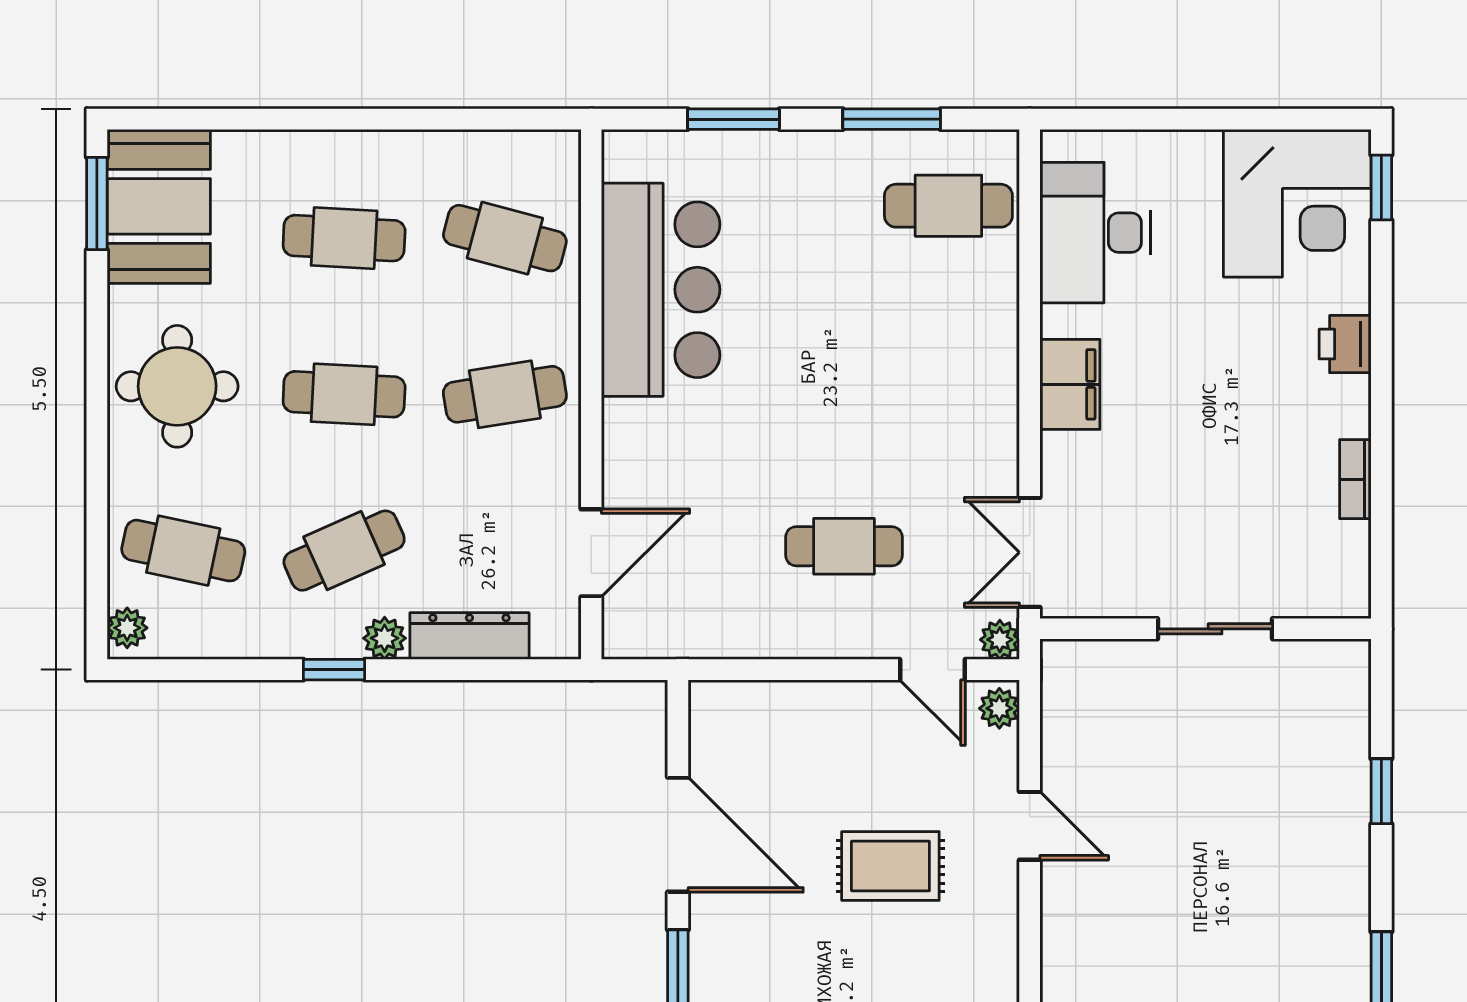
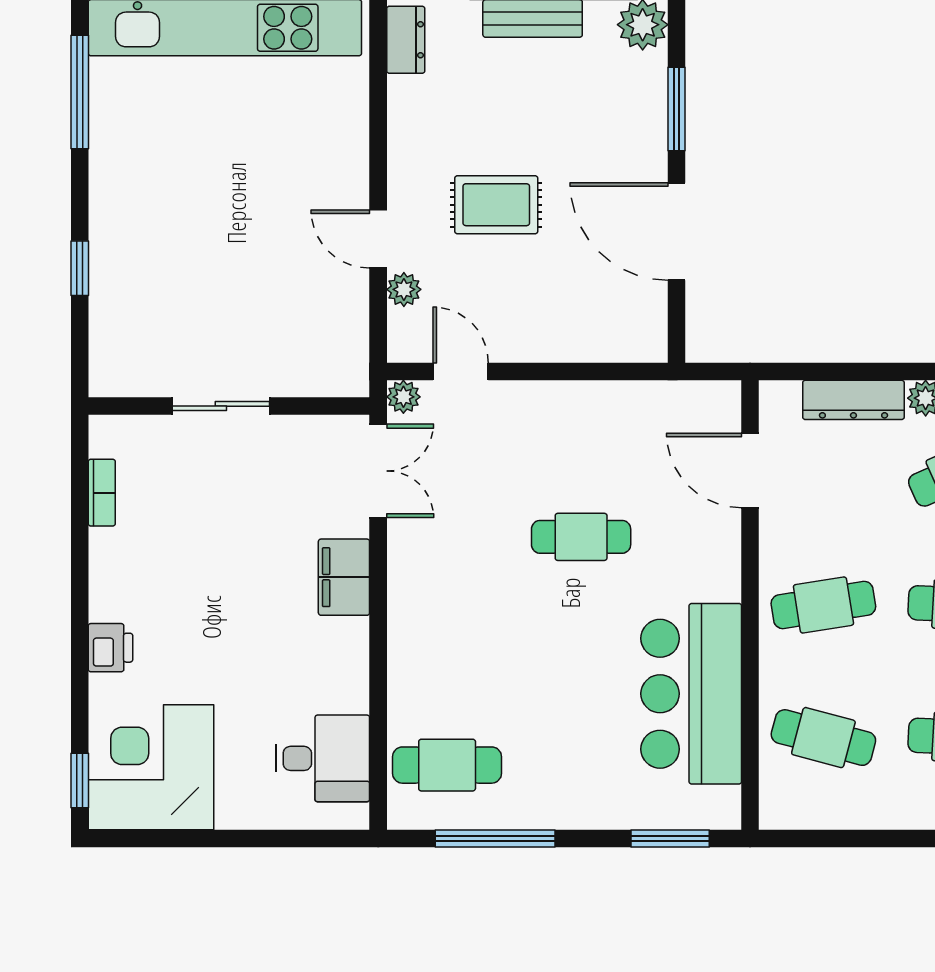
window: (733, 119) -> (670, 839), moved
window: (892, 119) -> (495, 839), width x1.44
desk: (1095, 233) -> (323, 758), width x0.73
filing cabinet: (1070, 384) -> (344, 577), moved
bookcase: (1355, 479) -> (102, 493), moved
cafe table: (844, 546) -> (581, 537), moved
door: (591, 553) -> (750, 470), hinge flipped
plant: (999, 708) -> (404, 289), moved

